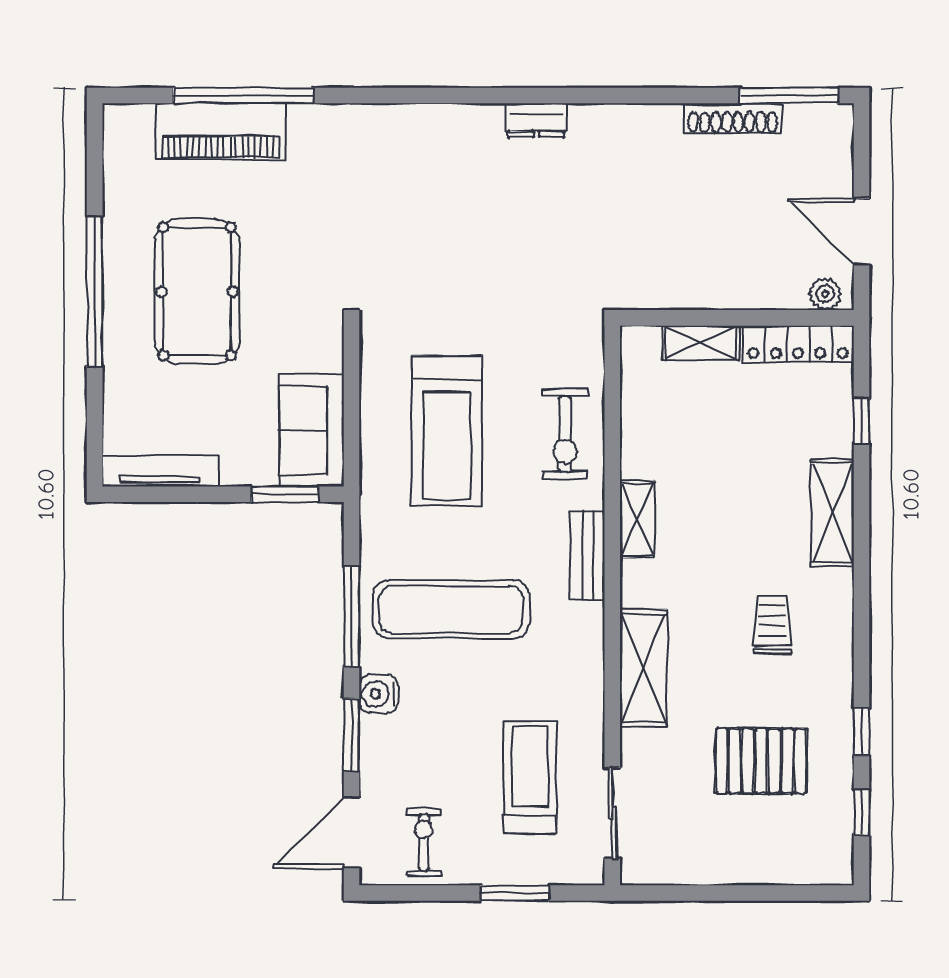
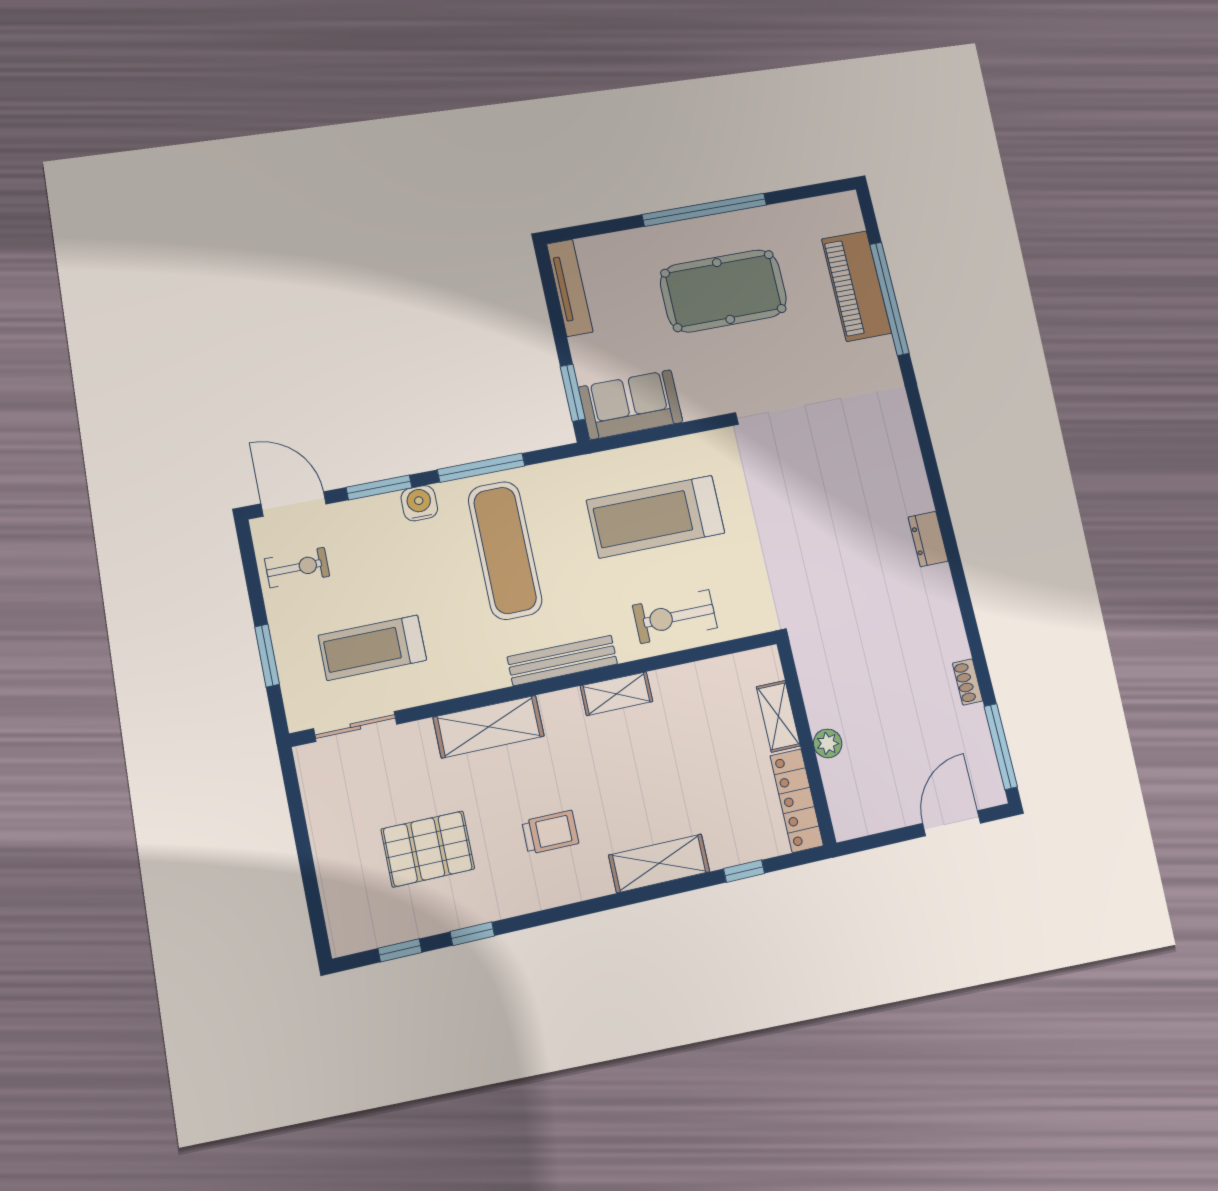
shoe rack: (733, 118) -> (968, 682), width x0.51, depth x0.81
door: (861, 232) -> (952, 823), moved
plant: (825, 294) -> (828, 743), moved
bench: (588, 555) -> (562, 660), width x1.36
pallet: (761, 761) -> (428, 849), turned 90
treadmill: (530, 777) -> (372, 648), turned 180

